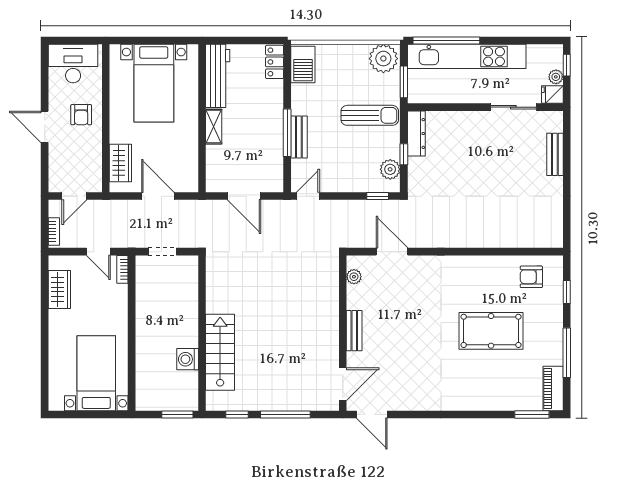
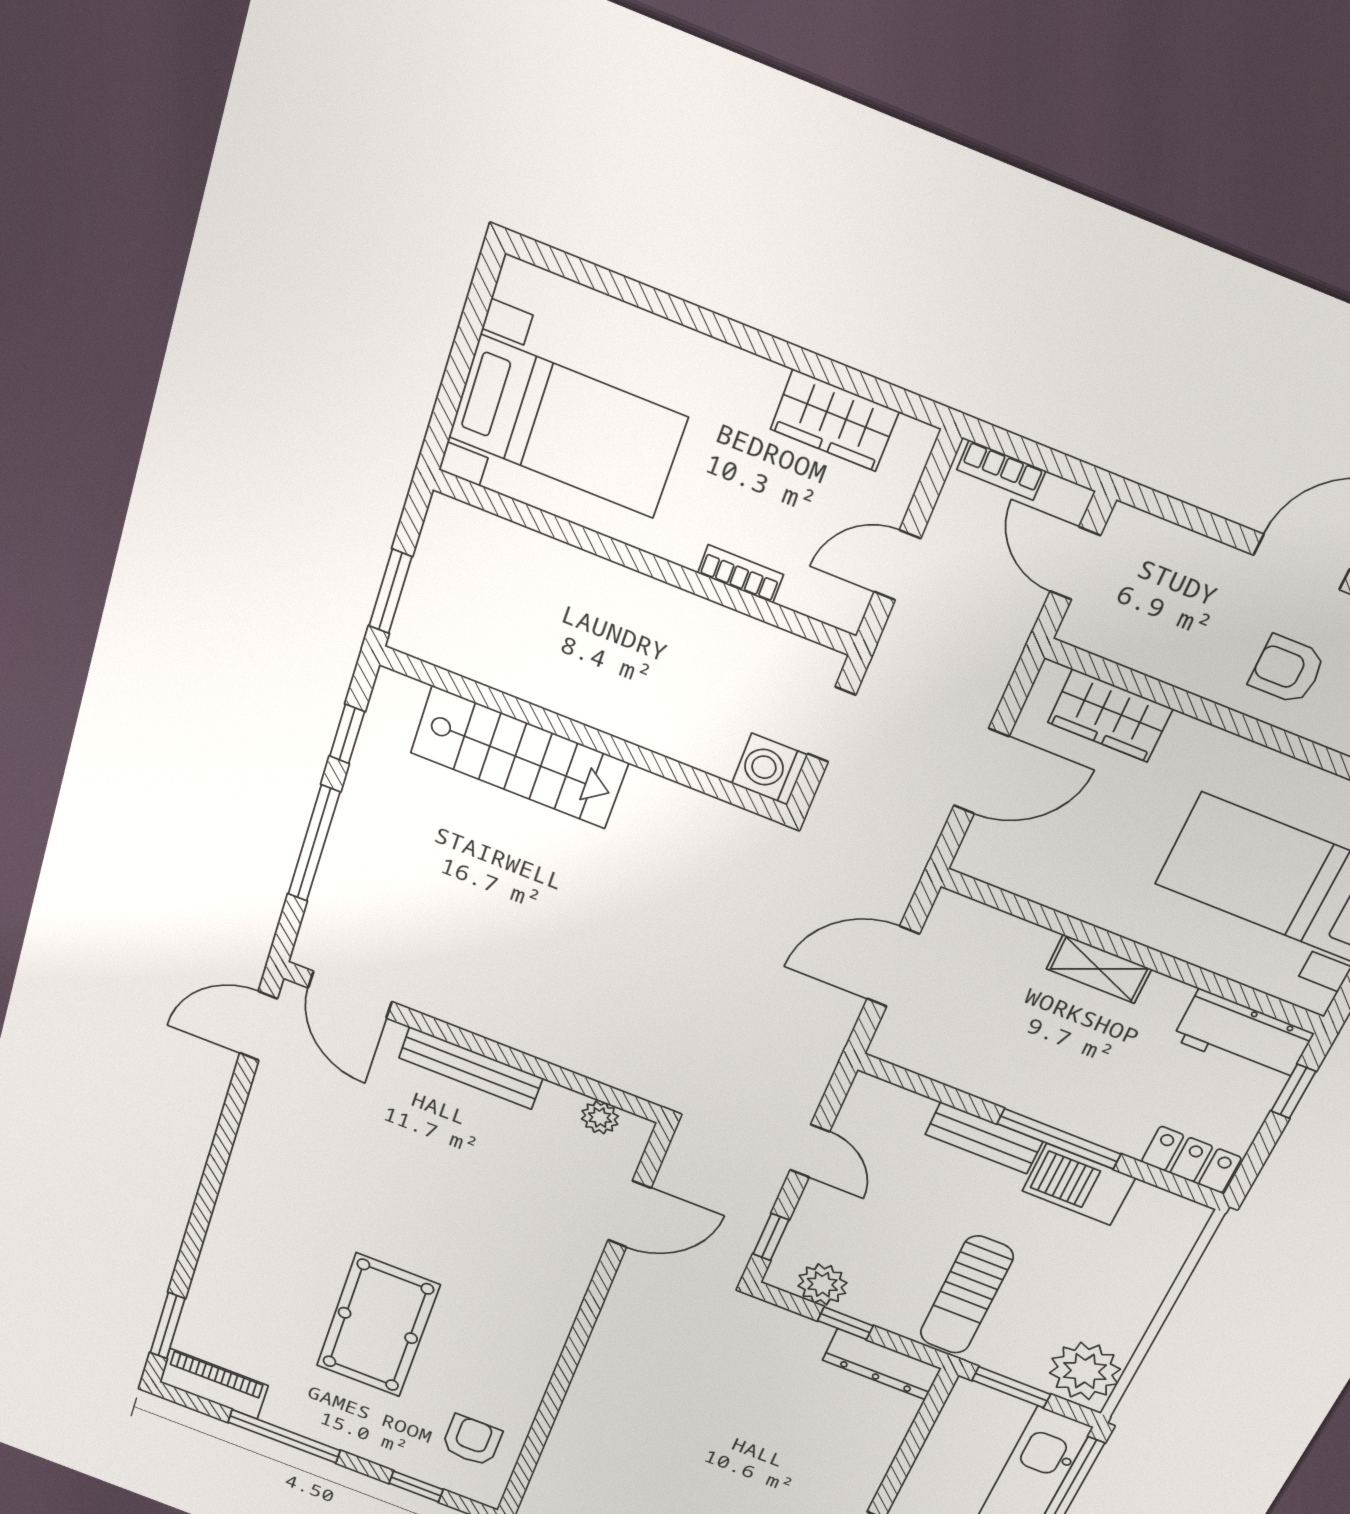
window: (231, 41) -> (1293, 1091), added
barbecue: (303, 65) -> (1079, 1184), moved
workbench: (218, 76) -> (1243, 1036), width x0.73
window: (287, 133) -> (1059, 1139), moved
door: (308, 196) -> (810, 1151), moved
bookcase: (122, 269) -> (741, 574), moved
bench: (354, 331) -> (471, 1068), width x1.36
washing machine: (188, 359) -> (770, 769), moved, turned -90

